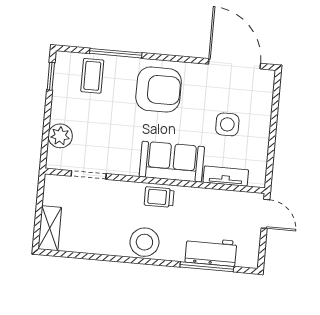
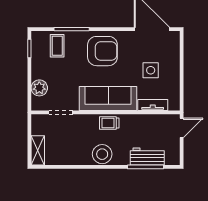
sofa: (172, 162) -> (108, 99), width x1.36
door: (265, 214) -> (182, 128), hinge flipped

